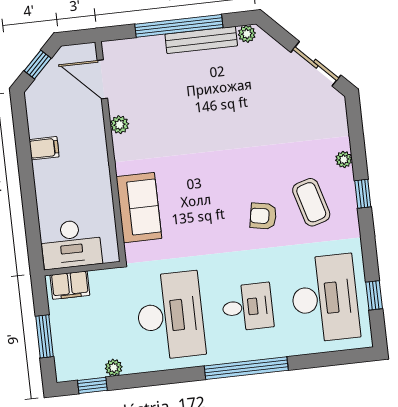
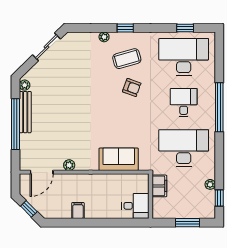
armchair: (263, 216) -> (132, 87), turned -80
desk: (71, 244) -> (135, 206), width x0.73
filing cabinet: (70, 285) -> (159, 186), moved

